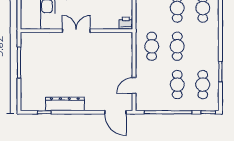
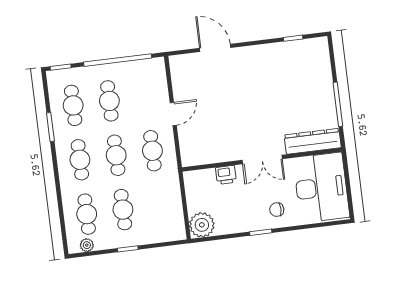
printer: (126, 23) -> (226, 175), moved
cafe table: (203, 46) -> (80, 160), added
door: (134, 86) -> (173, 114), moved
dresser: (65, 104) -> (313, 141), moved, turned 180
door: (115, 112) -> (215, 48), moved

